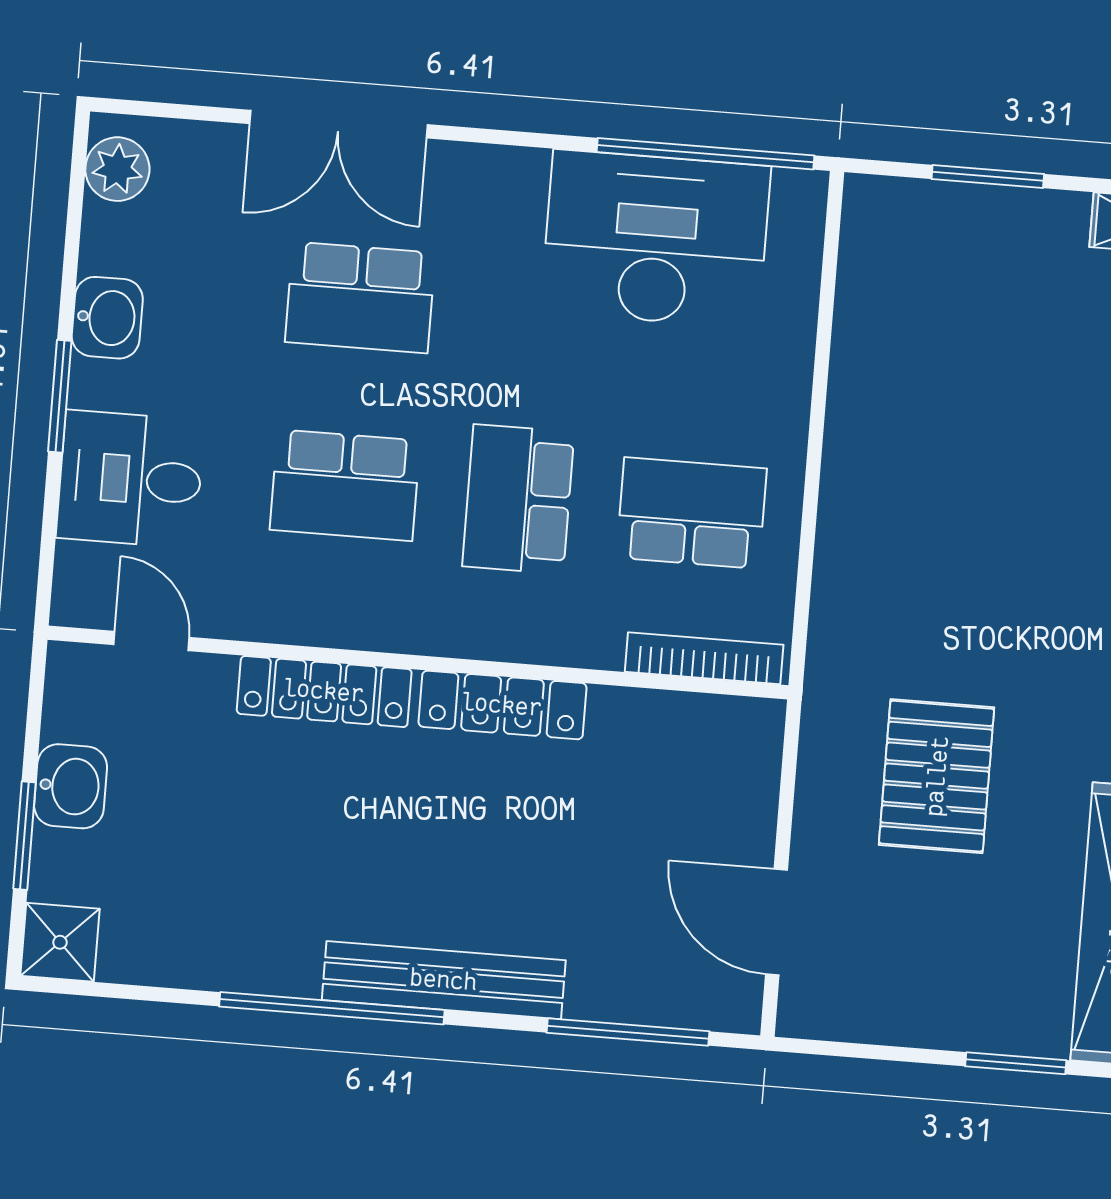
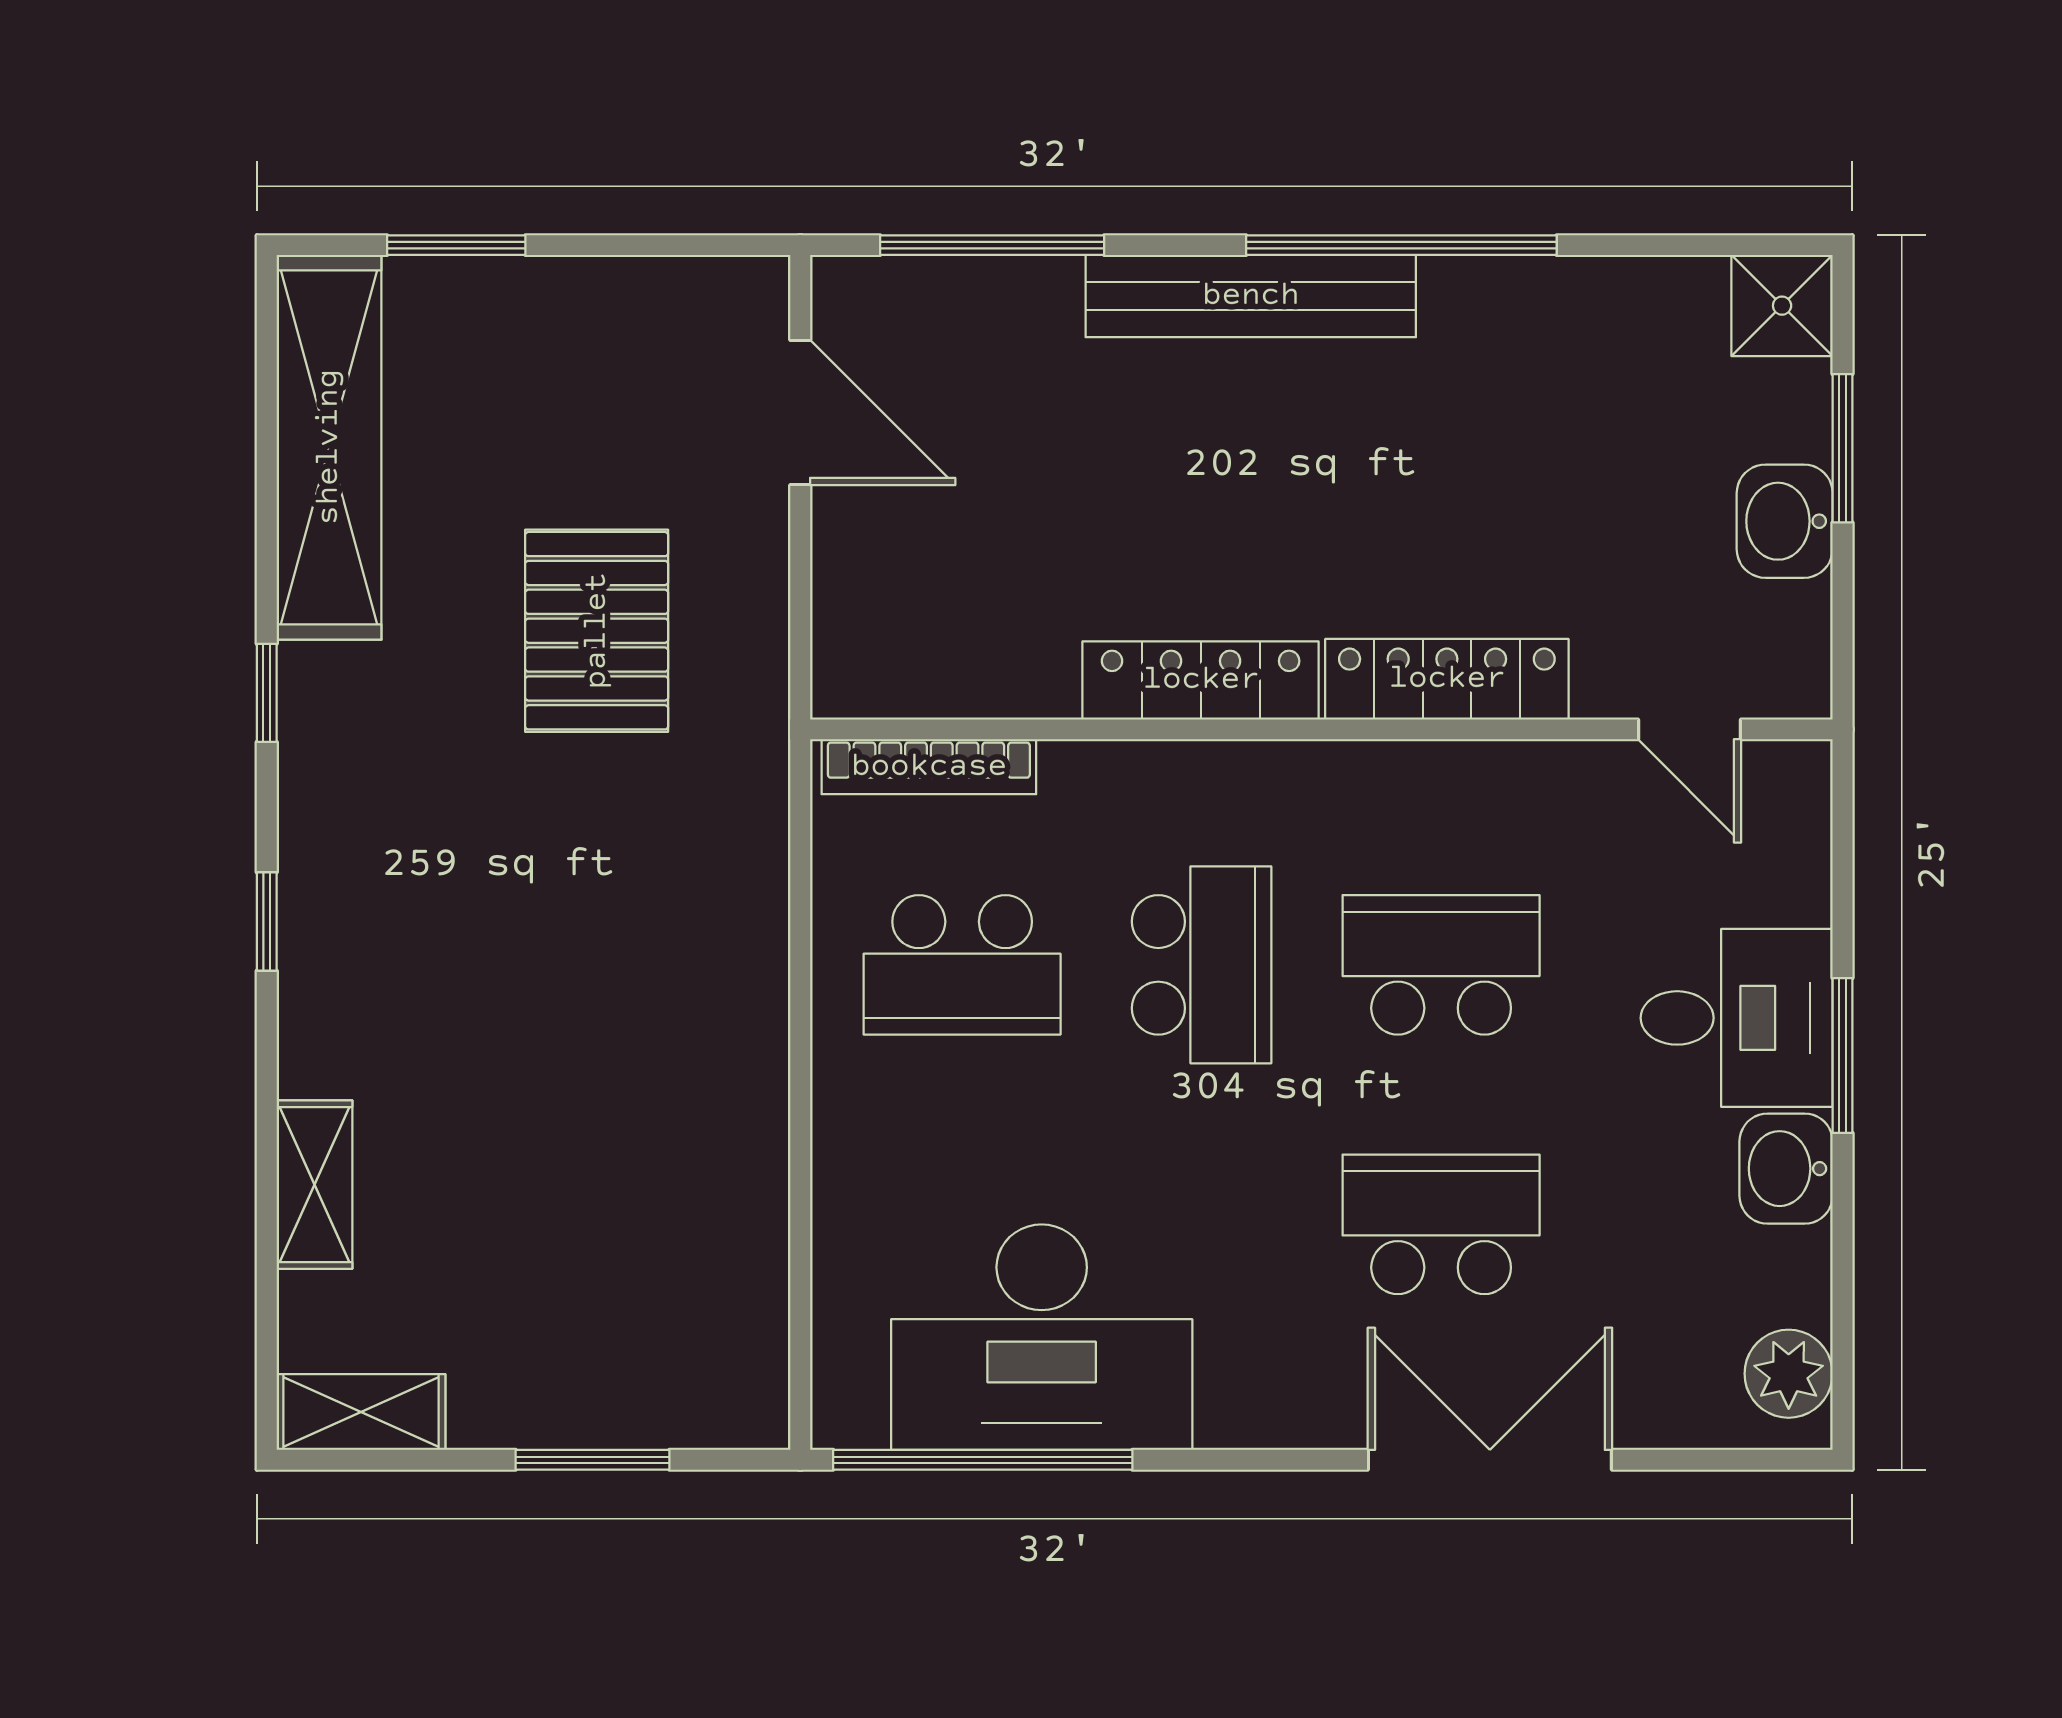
desk: (130, 479) -> (1737, 1018), moved

